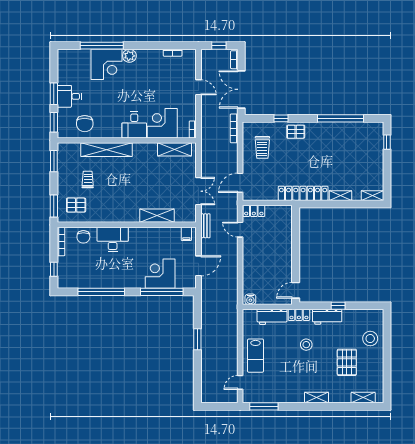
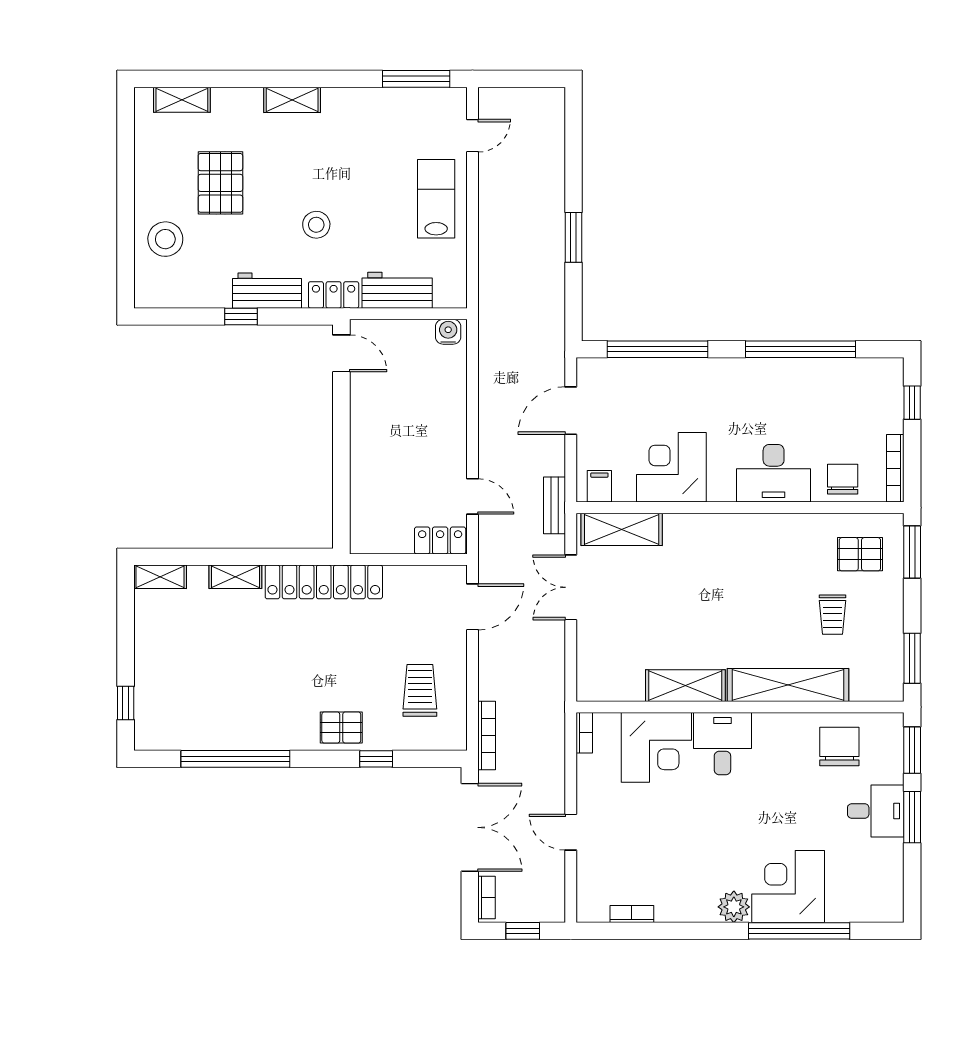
shelving: (174, 149) -> (685, 686), moved
shelving: (157, 216) -> (622, 529), moved
corner desk: (160, 274) -> (671, 467), moved, turned 180
door: (296, 290) -> (341, 353), hinge flipped

